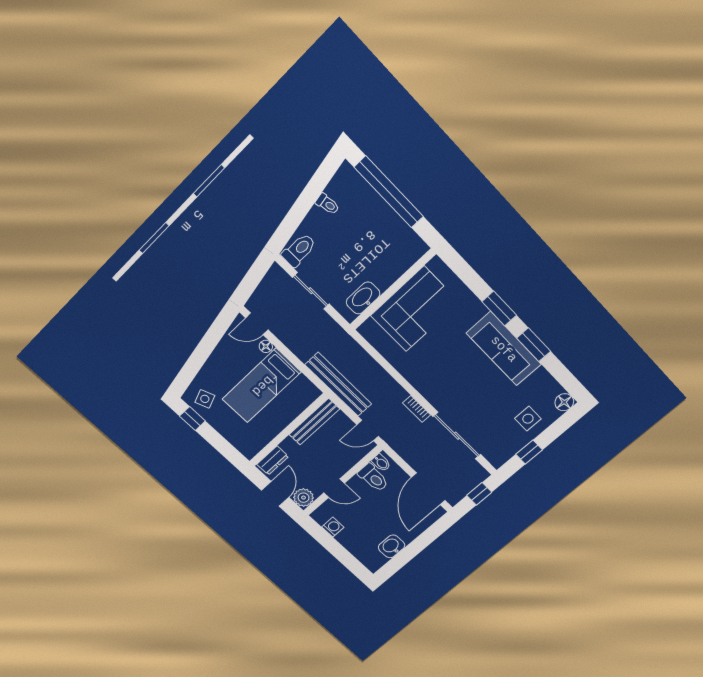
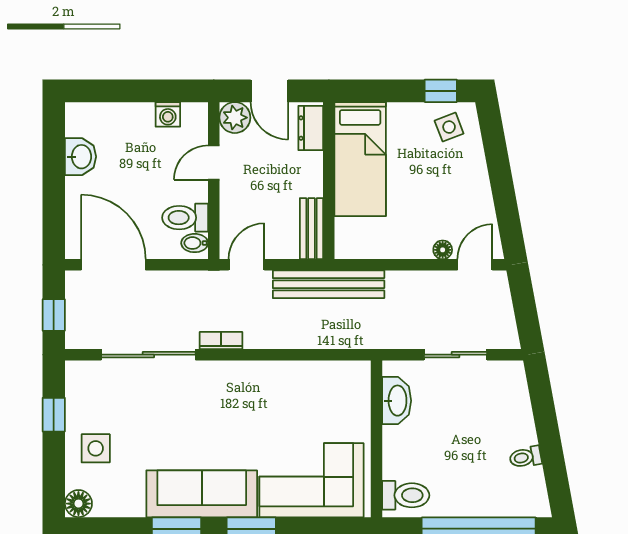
toilet: (299, 250) -> (406, 495), moved, turned -90
corner sofa: (415, 309) -> (311, 480), moved, turned 90
bed: (262, 386) -> (360, 159), moved, turned 180
bench: (314, 422) -> (312, 229), width x0.73

